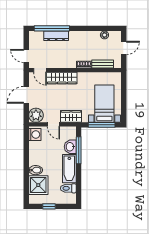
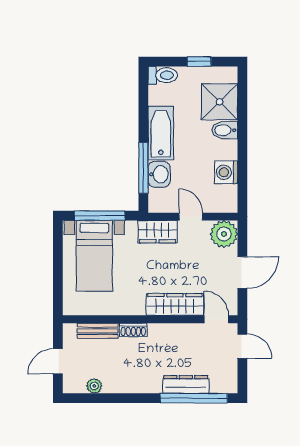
washing machine: (35, 135) -> (226, 172), moved
toilet: (68, 188) -> (163, 75), moved

